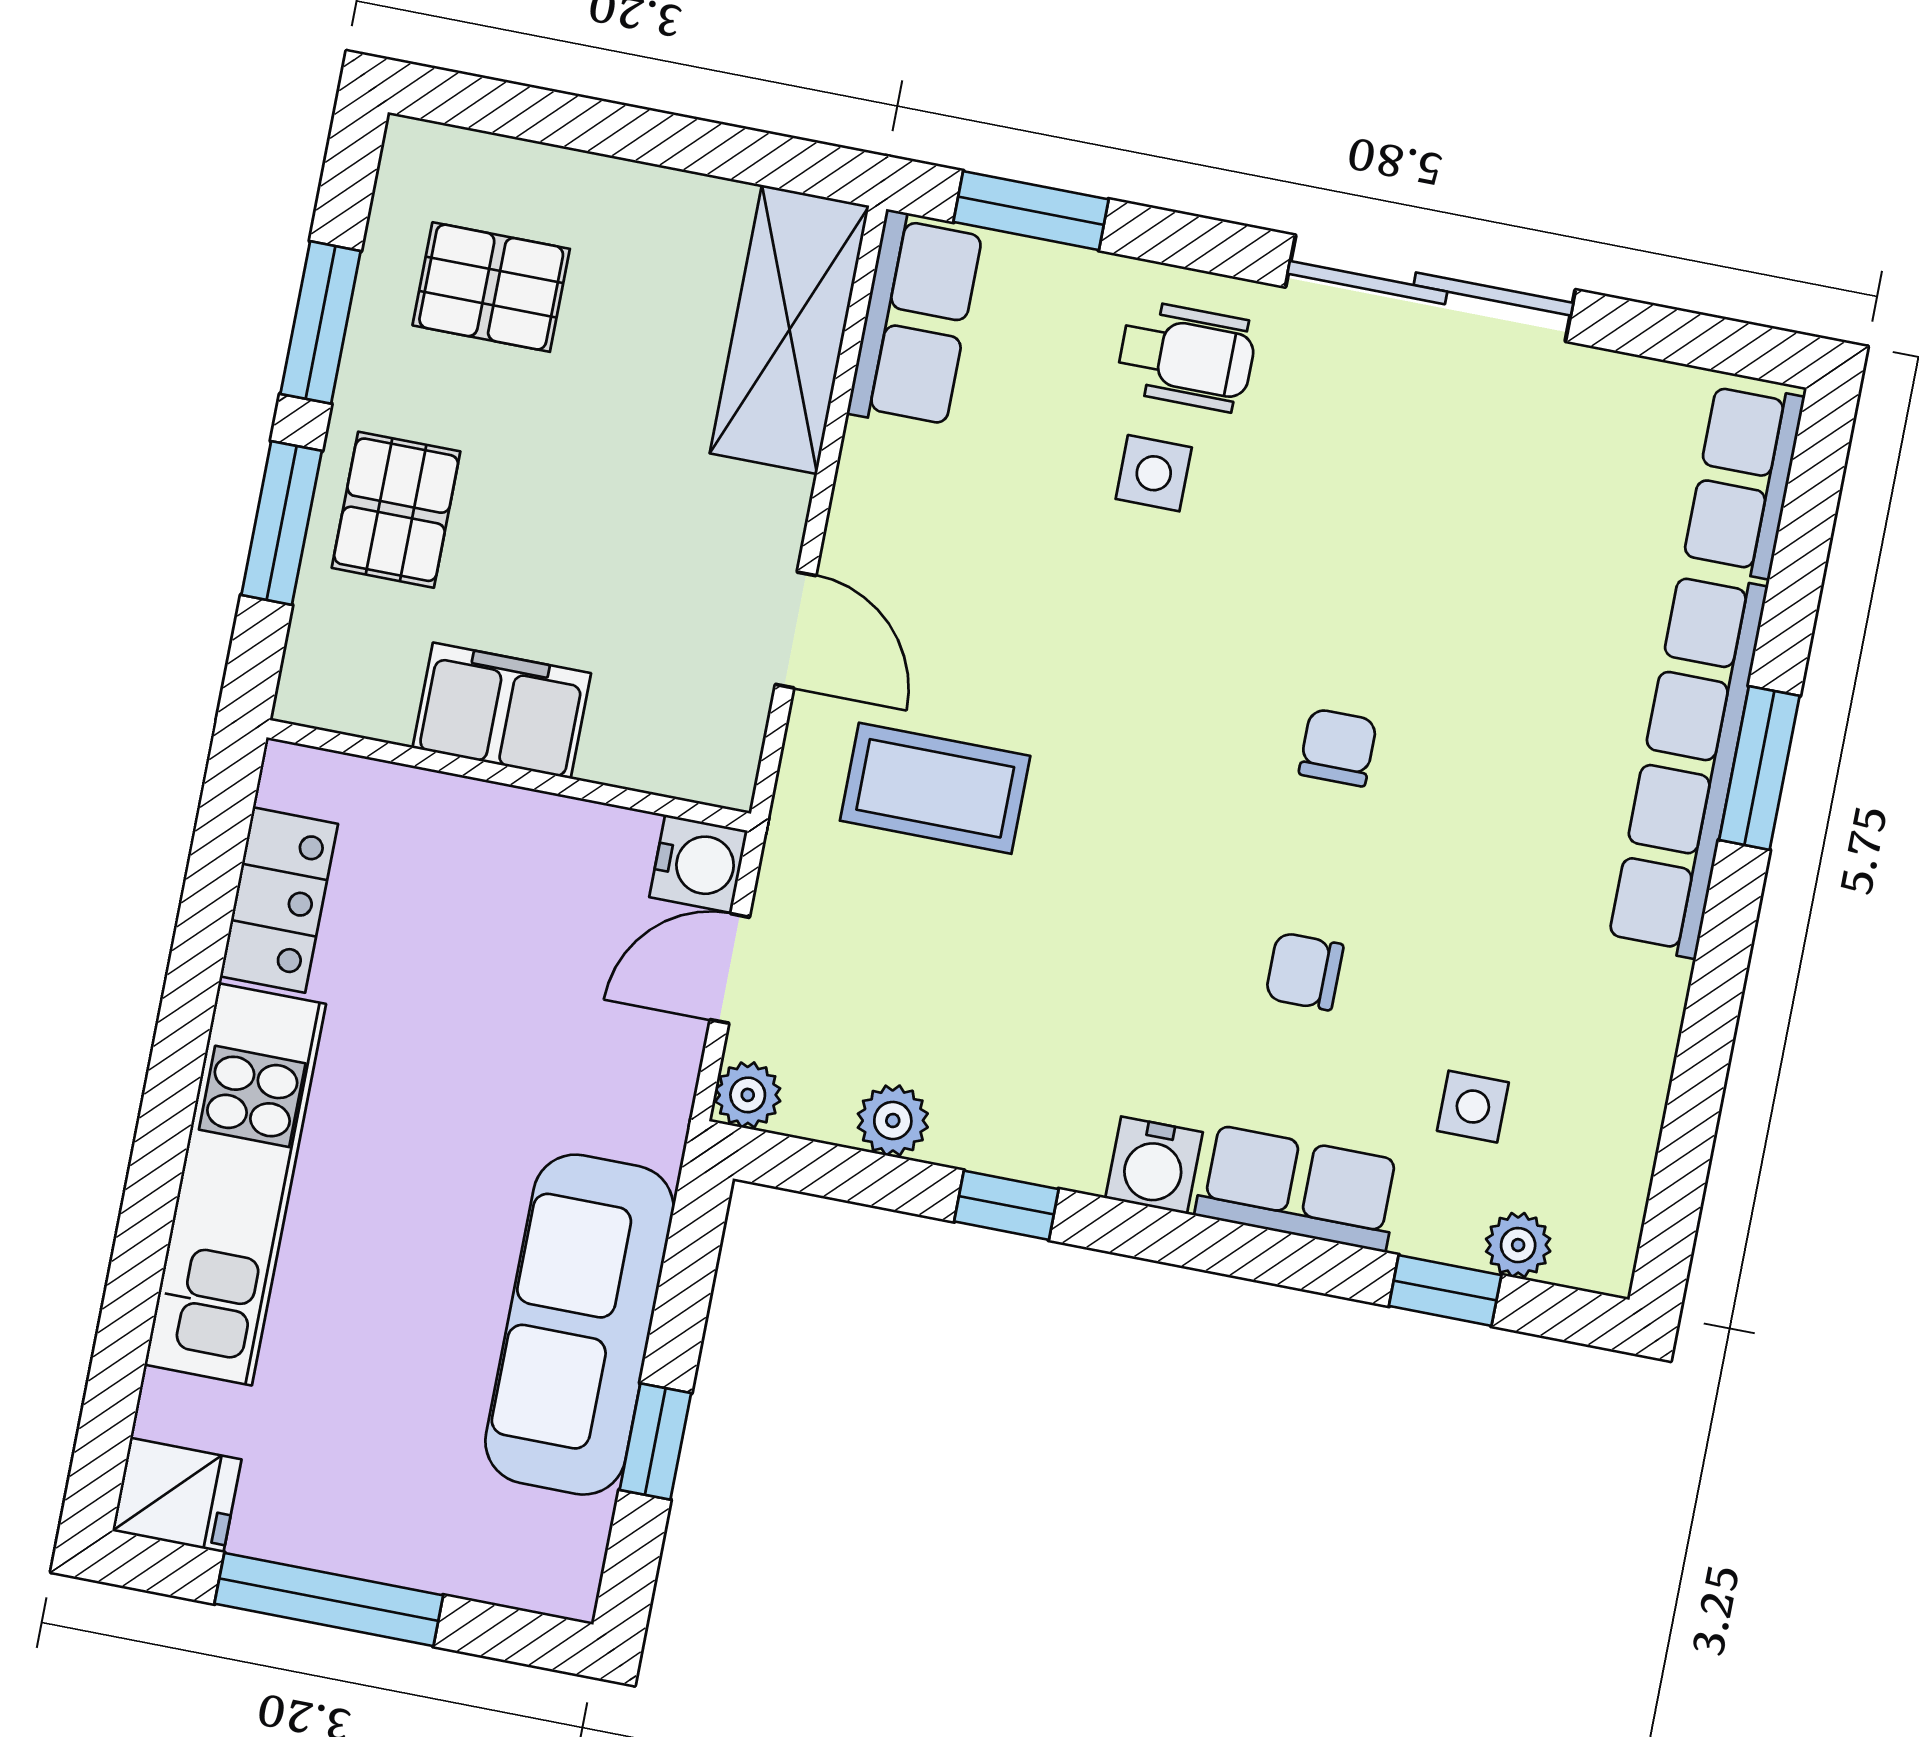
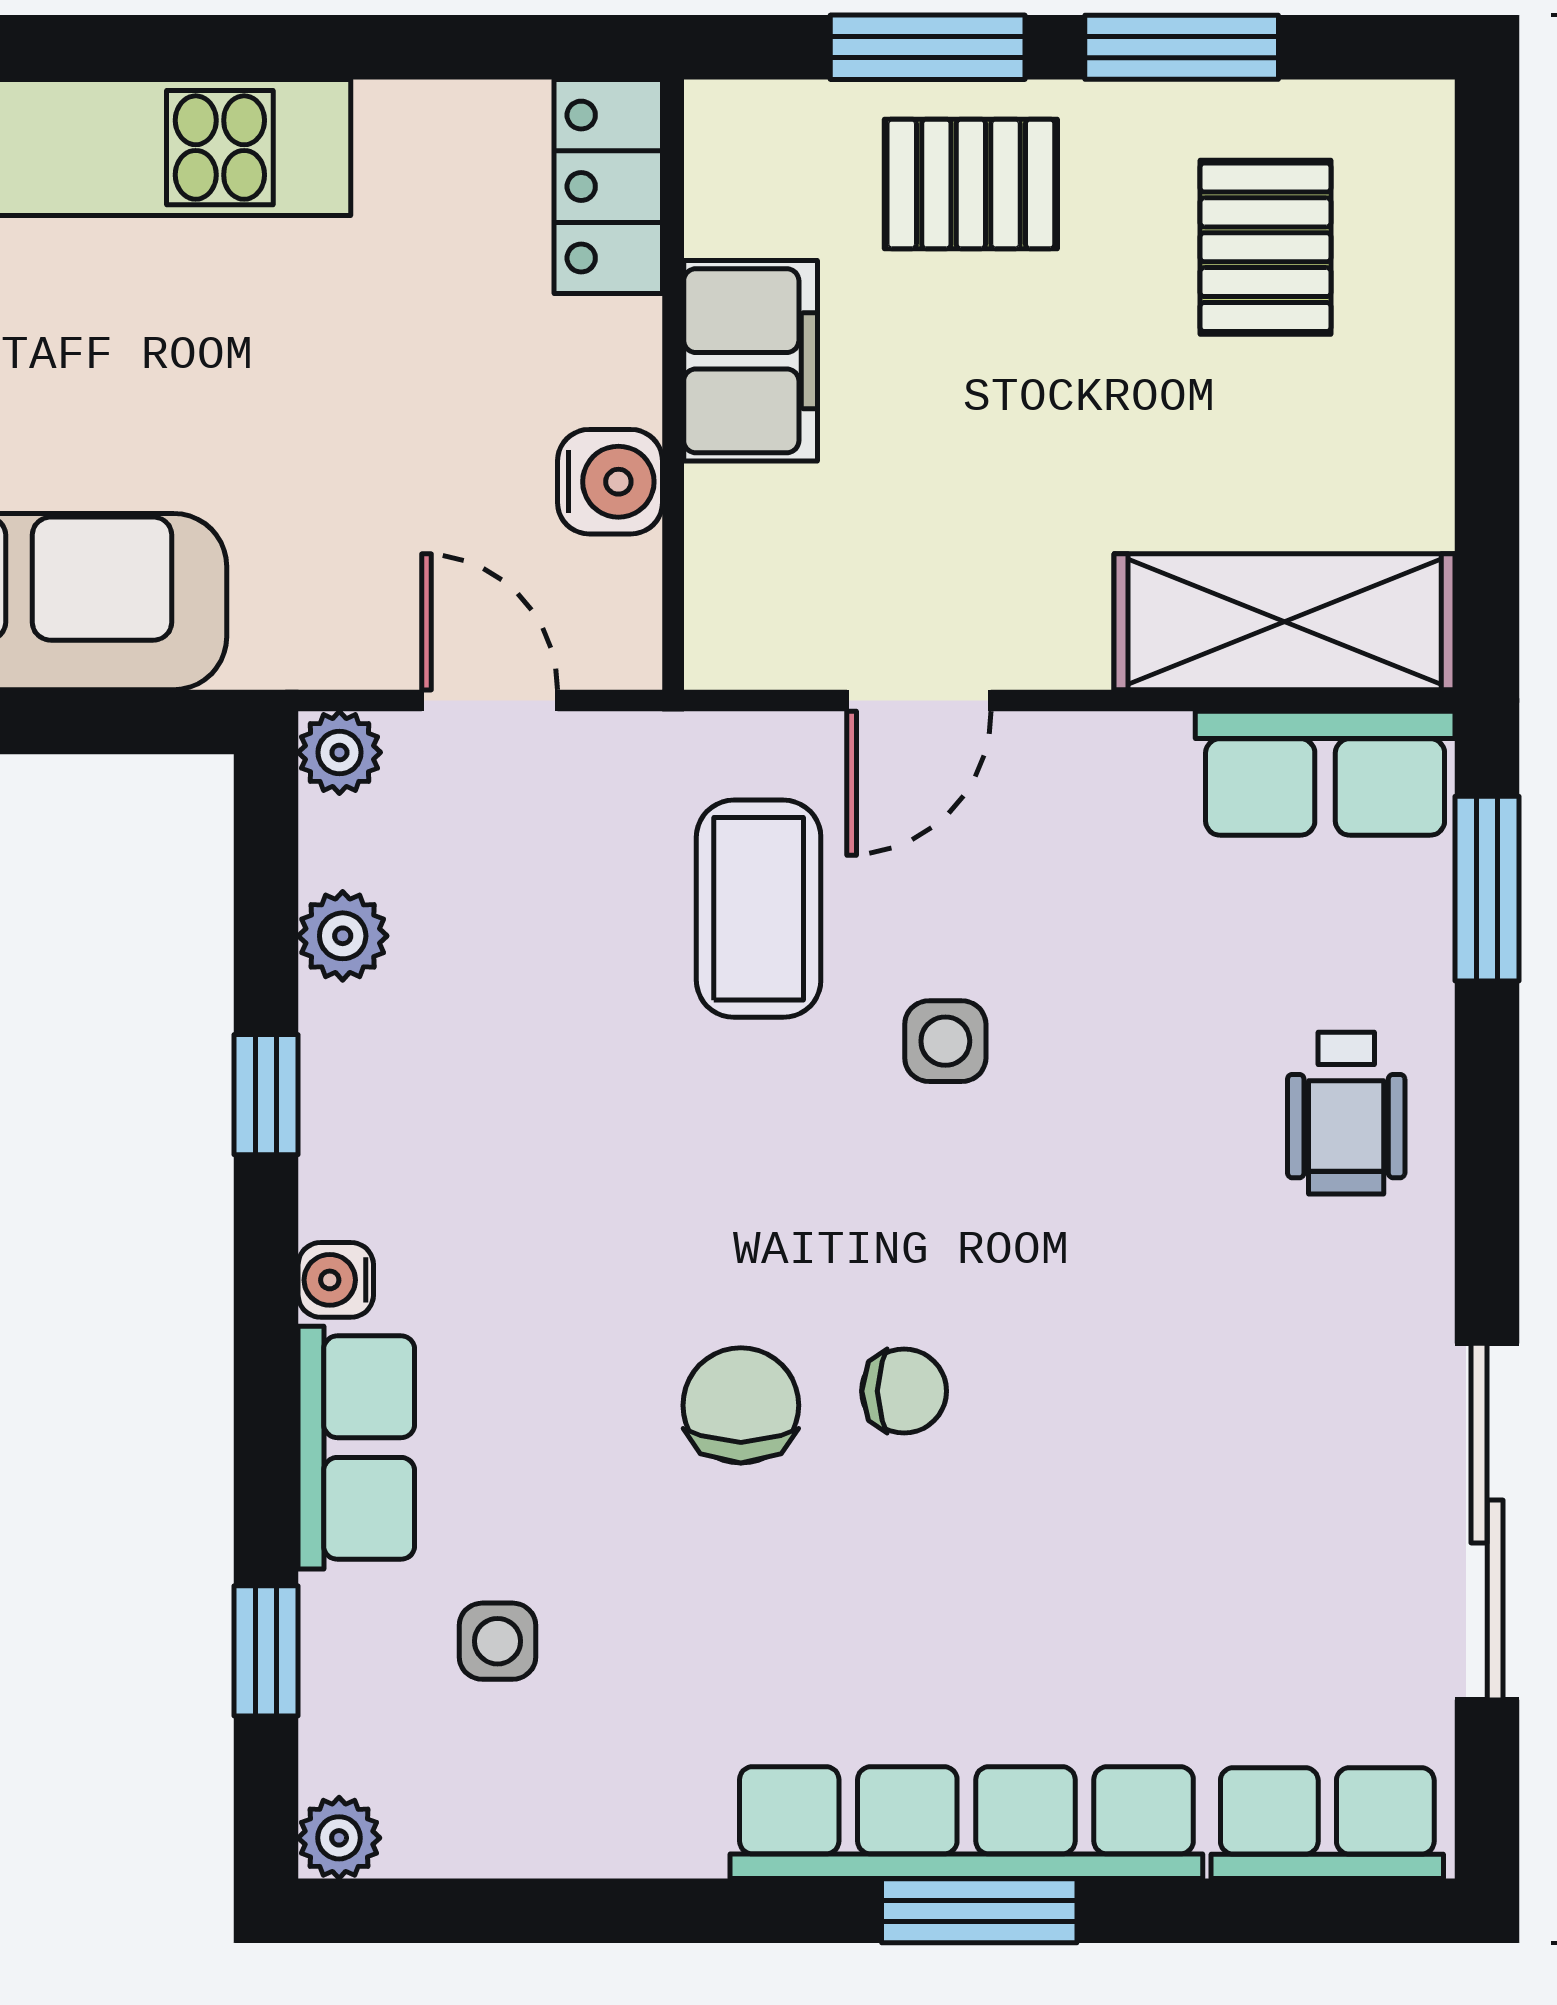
sliding door: (1430, 288) -> (1487, 1522), moved
side table: (1154, 473) -> (945, 1041), moved
water cooler: (698, 864) -> (610, 482), moved, turned -90
locker: (279, 900) -> (608, 187), moved, turned 90
chair: (1304, 971) -> (741, 1405), moved, width x1.37, depth x1.37
water cooler: (1154, 1165) -> (336, 1280), width x0.72, depth x0.72
plant: (1518, 1245) -> (339, 1838), moved

